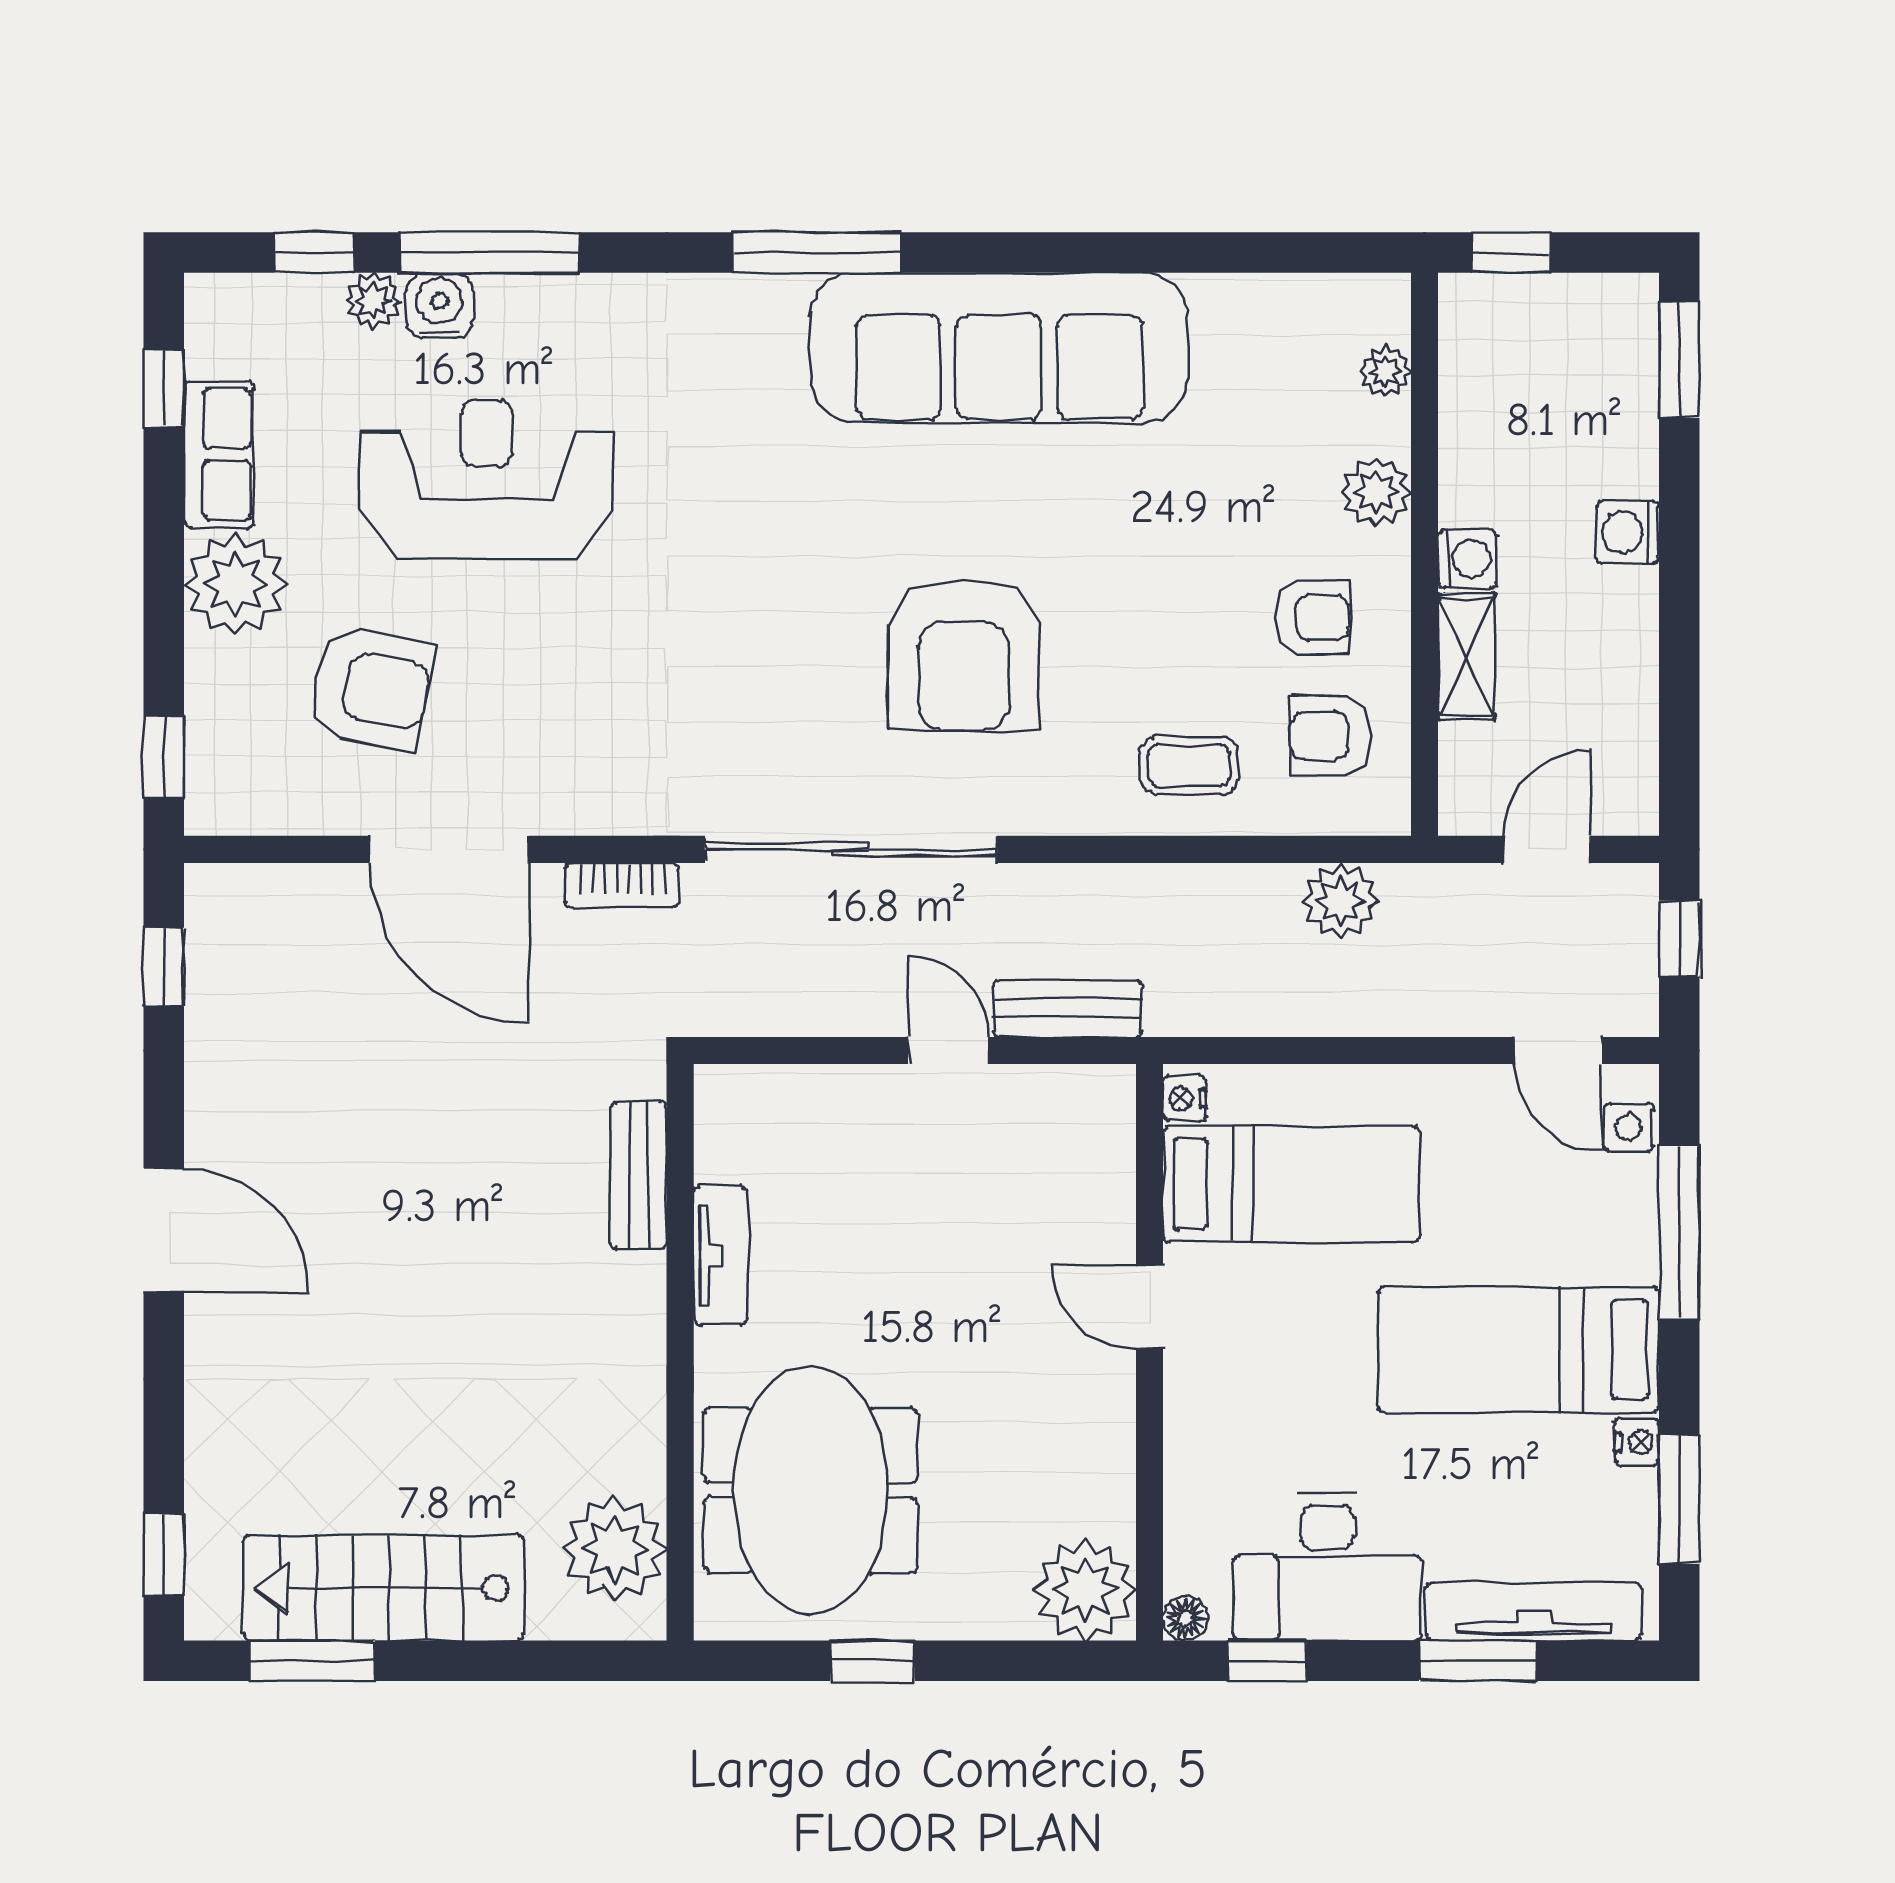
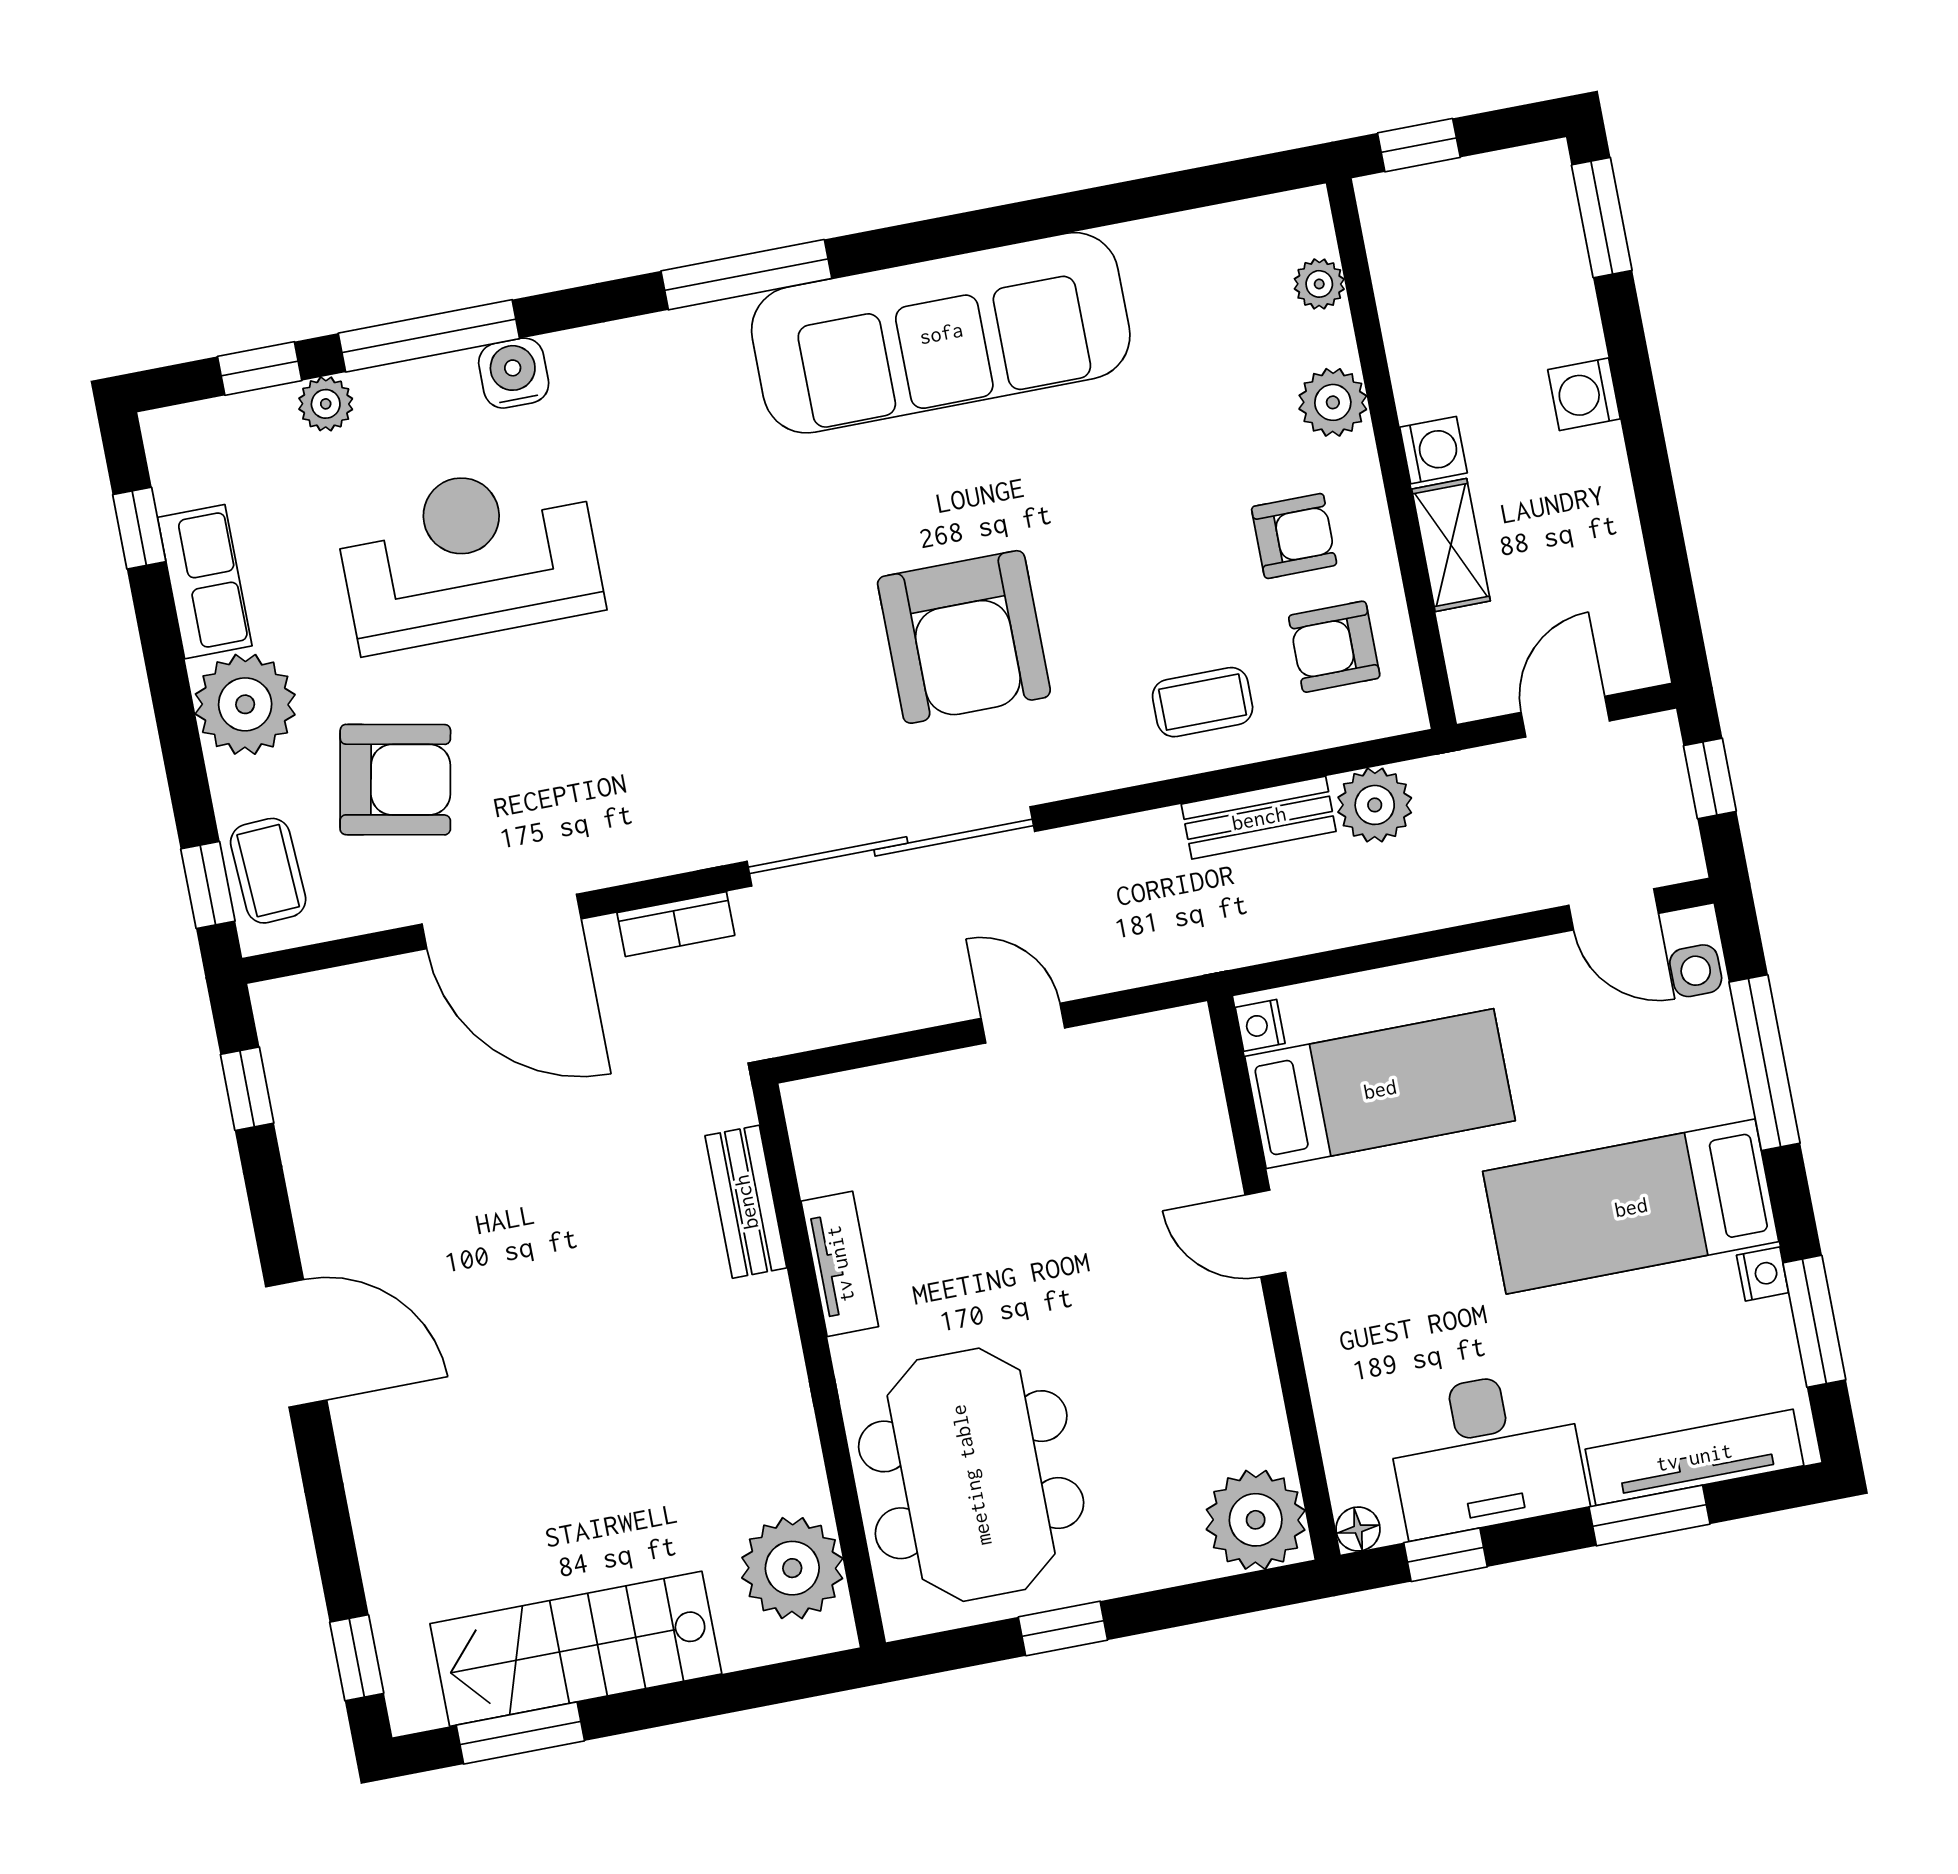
water cooler: (440, 306) -> (514, 373), moved
coffee table: (226, 754) -> (268, 871), added
bench: (1067, 1009) -> (1259, 818), moved

